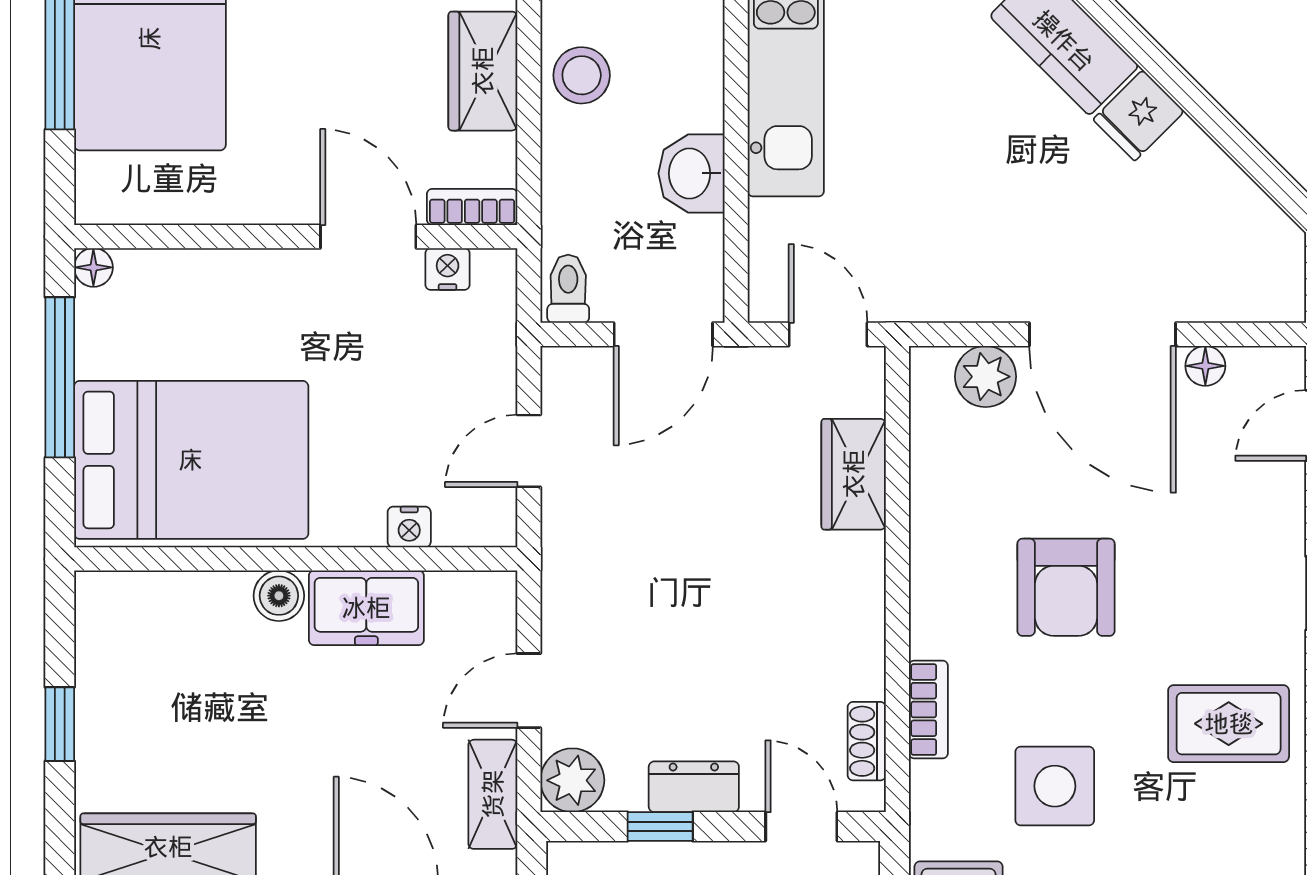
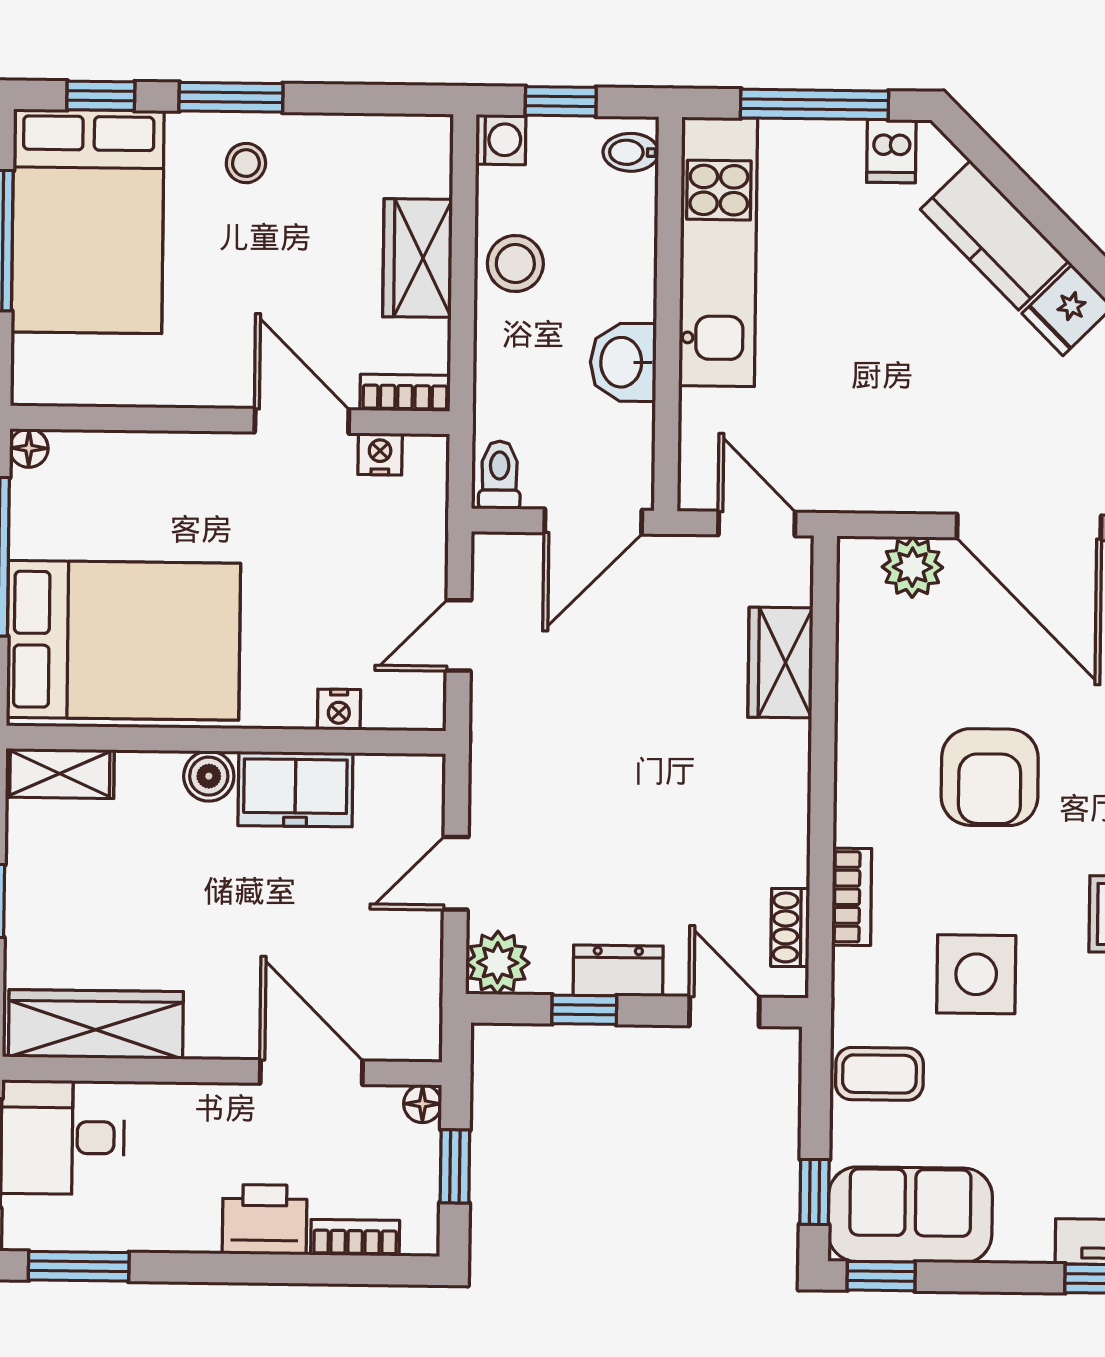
shelving: (493, 794) -> (60, 774), moved, turned 90

